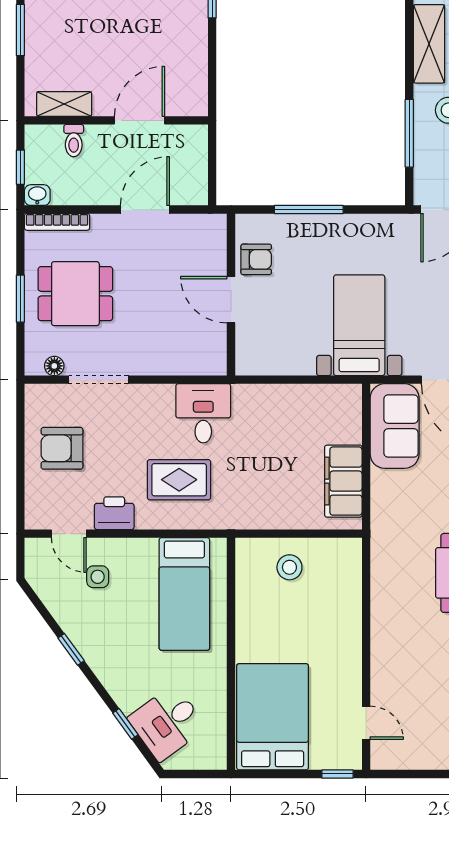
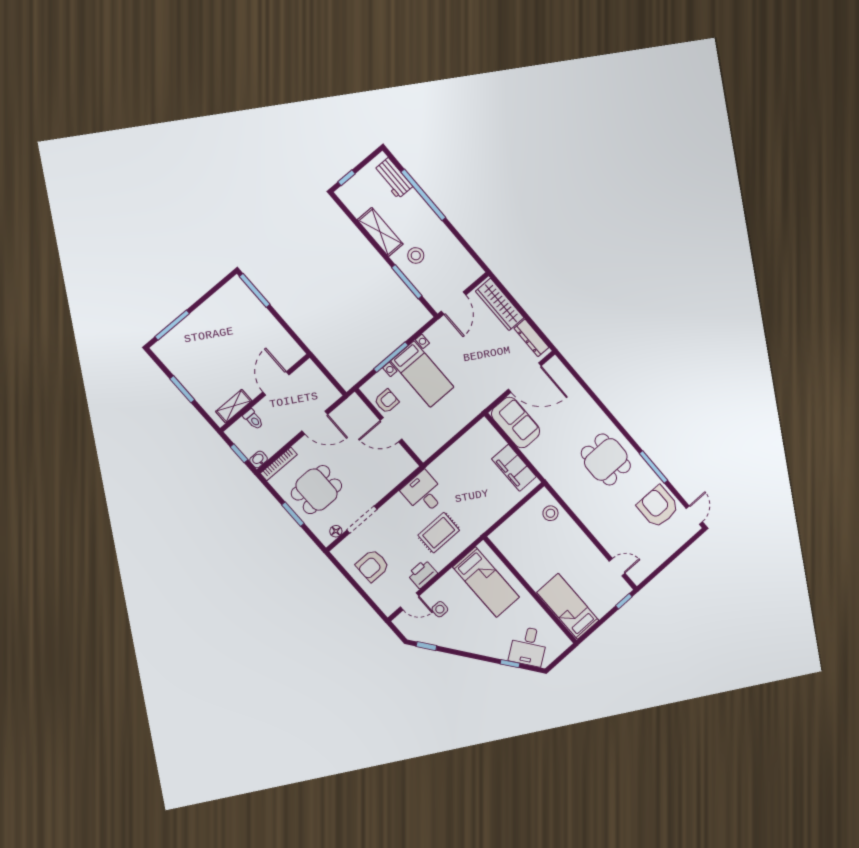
door: (145, 210) -> (315, 423), swing flipped
bed with nightstands: (359, 325) -> (422, 374), moved, turned 180
stool: (289, 567) -> (550, 513), moved
window: (71, 649) -> (426, 646), moved
bed: (273, 717) -> (568, 606), width x0.67

